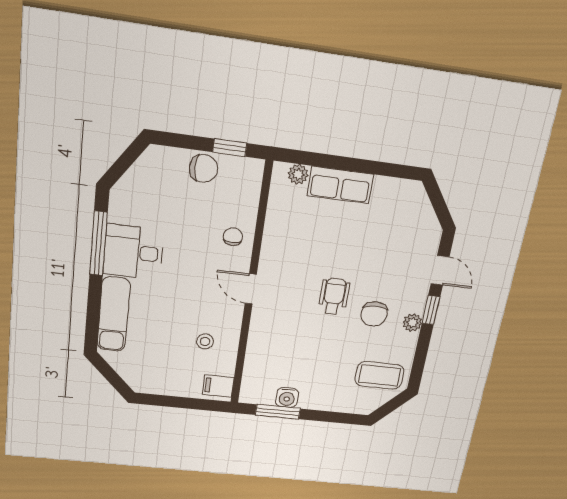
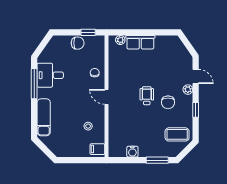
desk: (133, 252) -> (50, 75), moved
window: (431, 310) -> (196, 110), moved
plant: (412, 323) -> (188, 90), moved
window: (278, 412) -> (157, 160), moved

